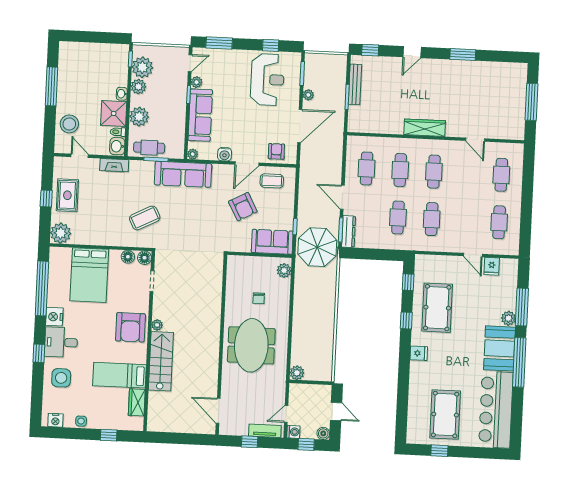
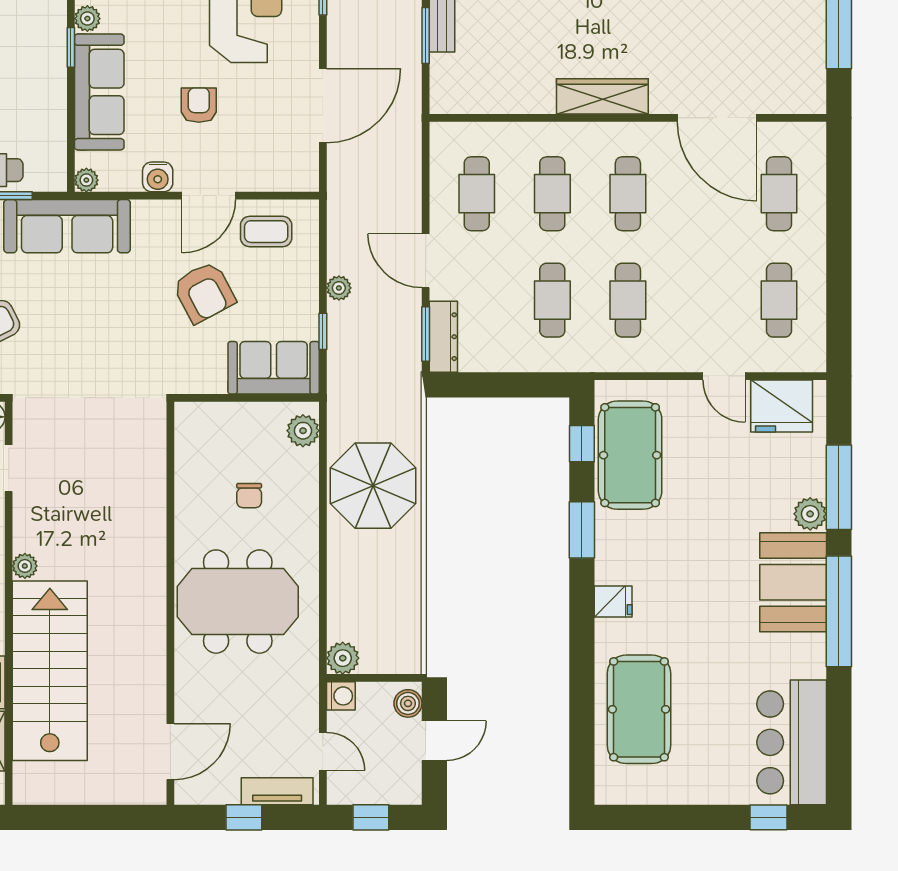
plant: (308, 95) -> (339, 288), moved
door: (475, 140) -> (717, 118), width x1.87
armchair: (276, 151) -> (199, 105), moved
parasol: (317, 247) -> (373, 486), moved
fridge: (492, 266) -> (782, 406), width x1.88, depth x1.34
pool table: (437, 308) -> (630, 455), moved
window: (406, 321) -> (582, 530), width x1.50
meeting table: (251, 345) -> (238, 602), turned 90
stairs: (161, 361) -> (50, 671), width x1.36, depth x1.51
bar counter: (496, 410) -> (792, 742), width x0.73
door: (218, 411) -> (170, 752), swing flipped
door: (336, 411) -> (434, 741), hinge flipped
door: (286, 414) -> (323, 751), swing flipped
pool table: (445, 415) -> (639, 709), moved
washing machine: (293, 432) -> (341, 696), moved
boiler: (323, 433) -> (408, 703), moved
window: (439, 451) -> (768, 817), moved

